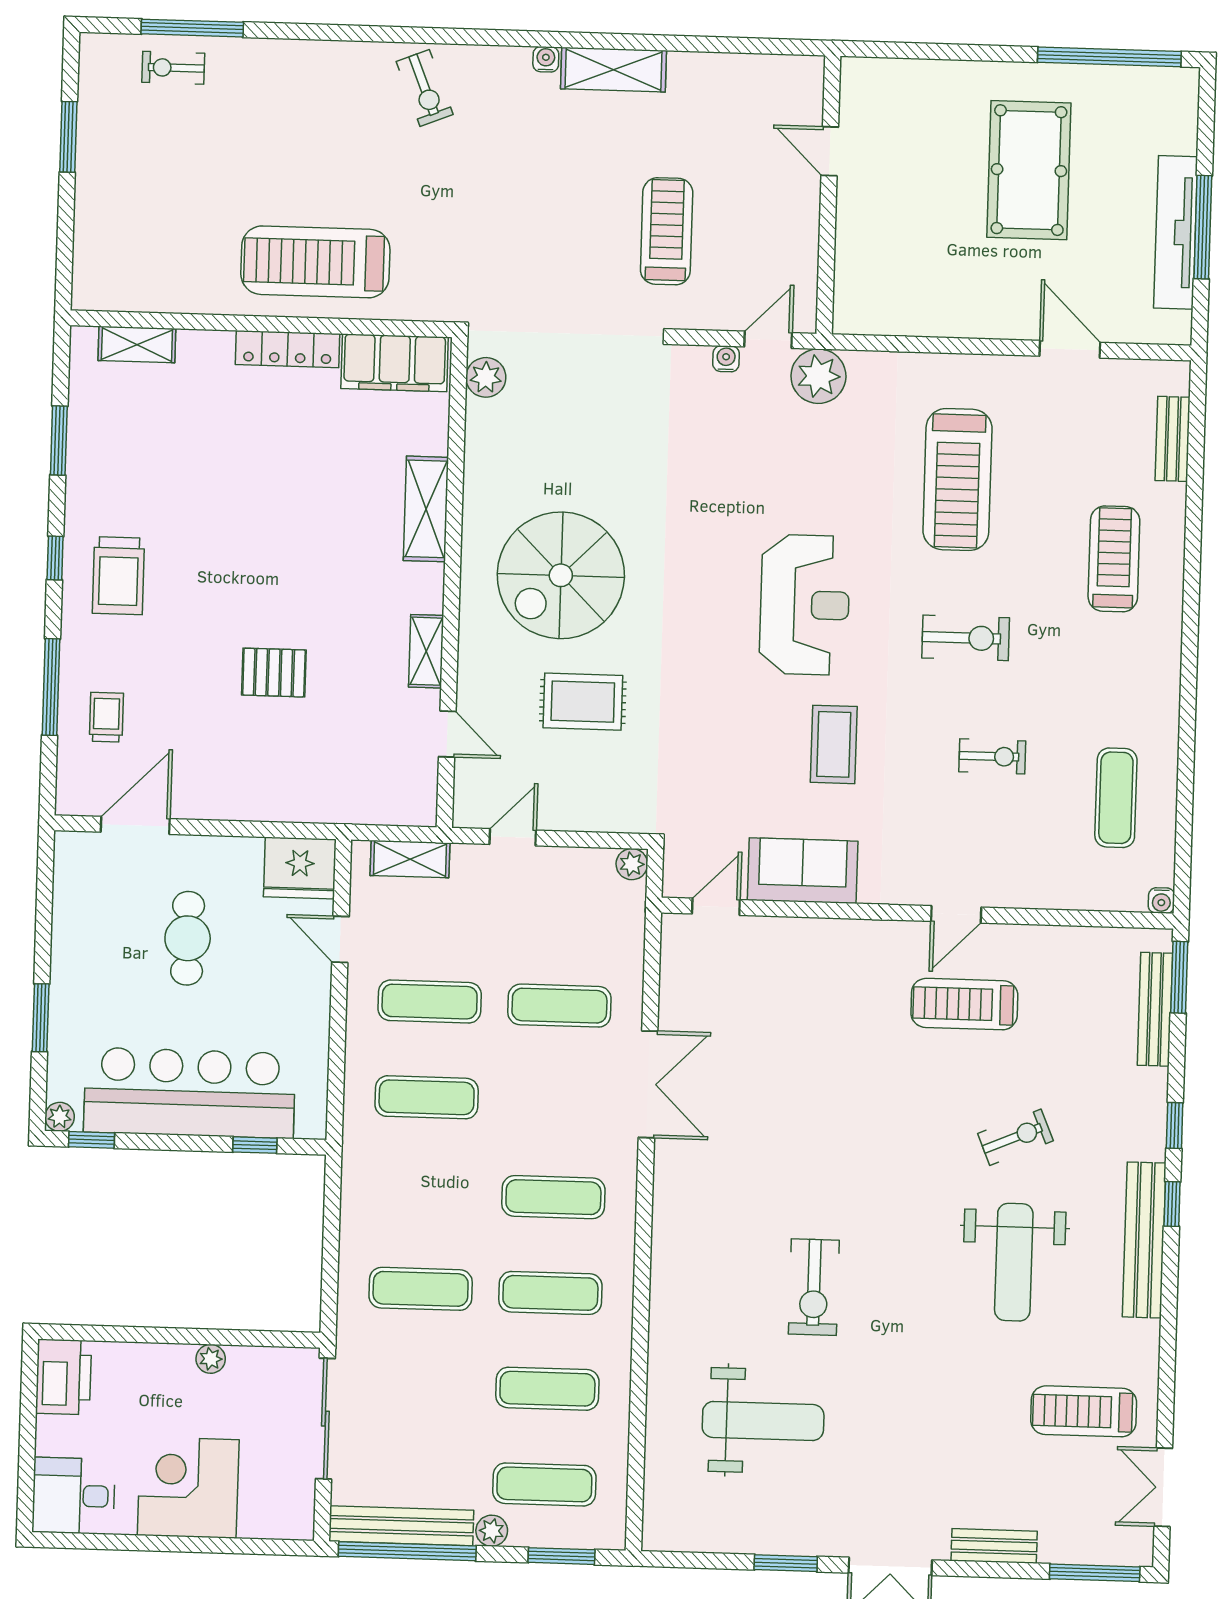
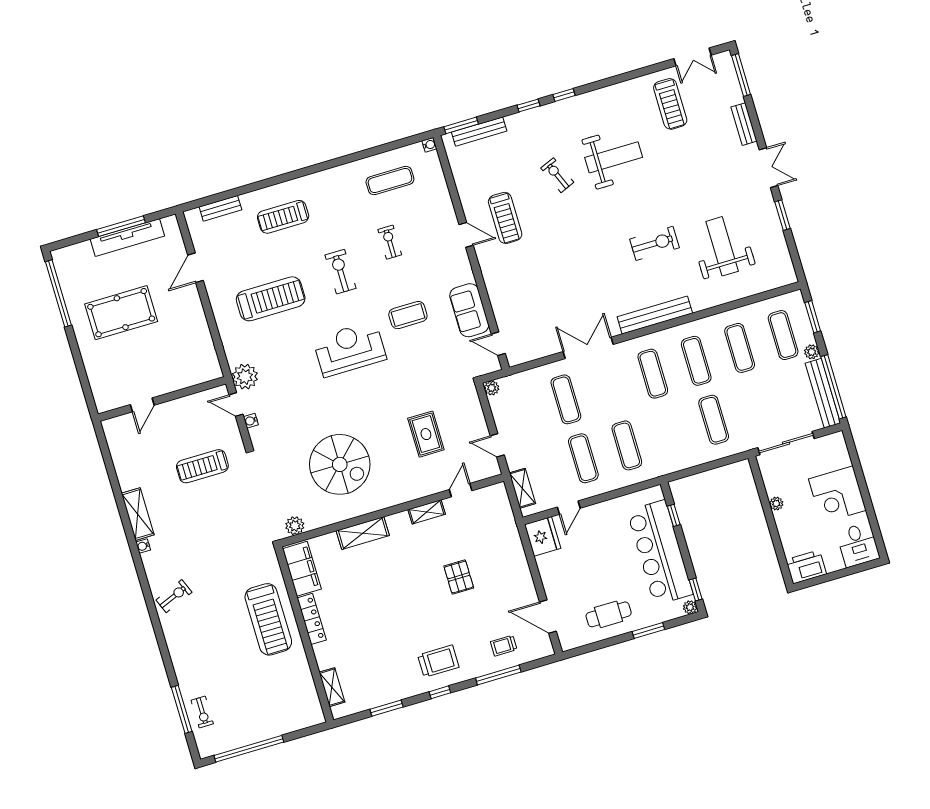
window: (68, 137) -> (249, 749), width x2.11
spiral stairs: (561, 575) -> (340, 464), moved
cafe table: (188, 938) -> (609, 614), moved
bench: (1144, 1240) -> (655, 315), moved

